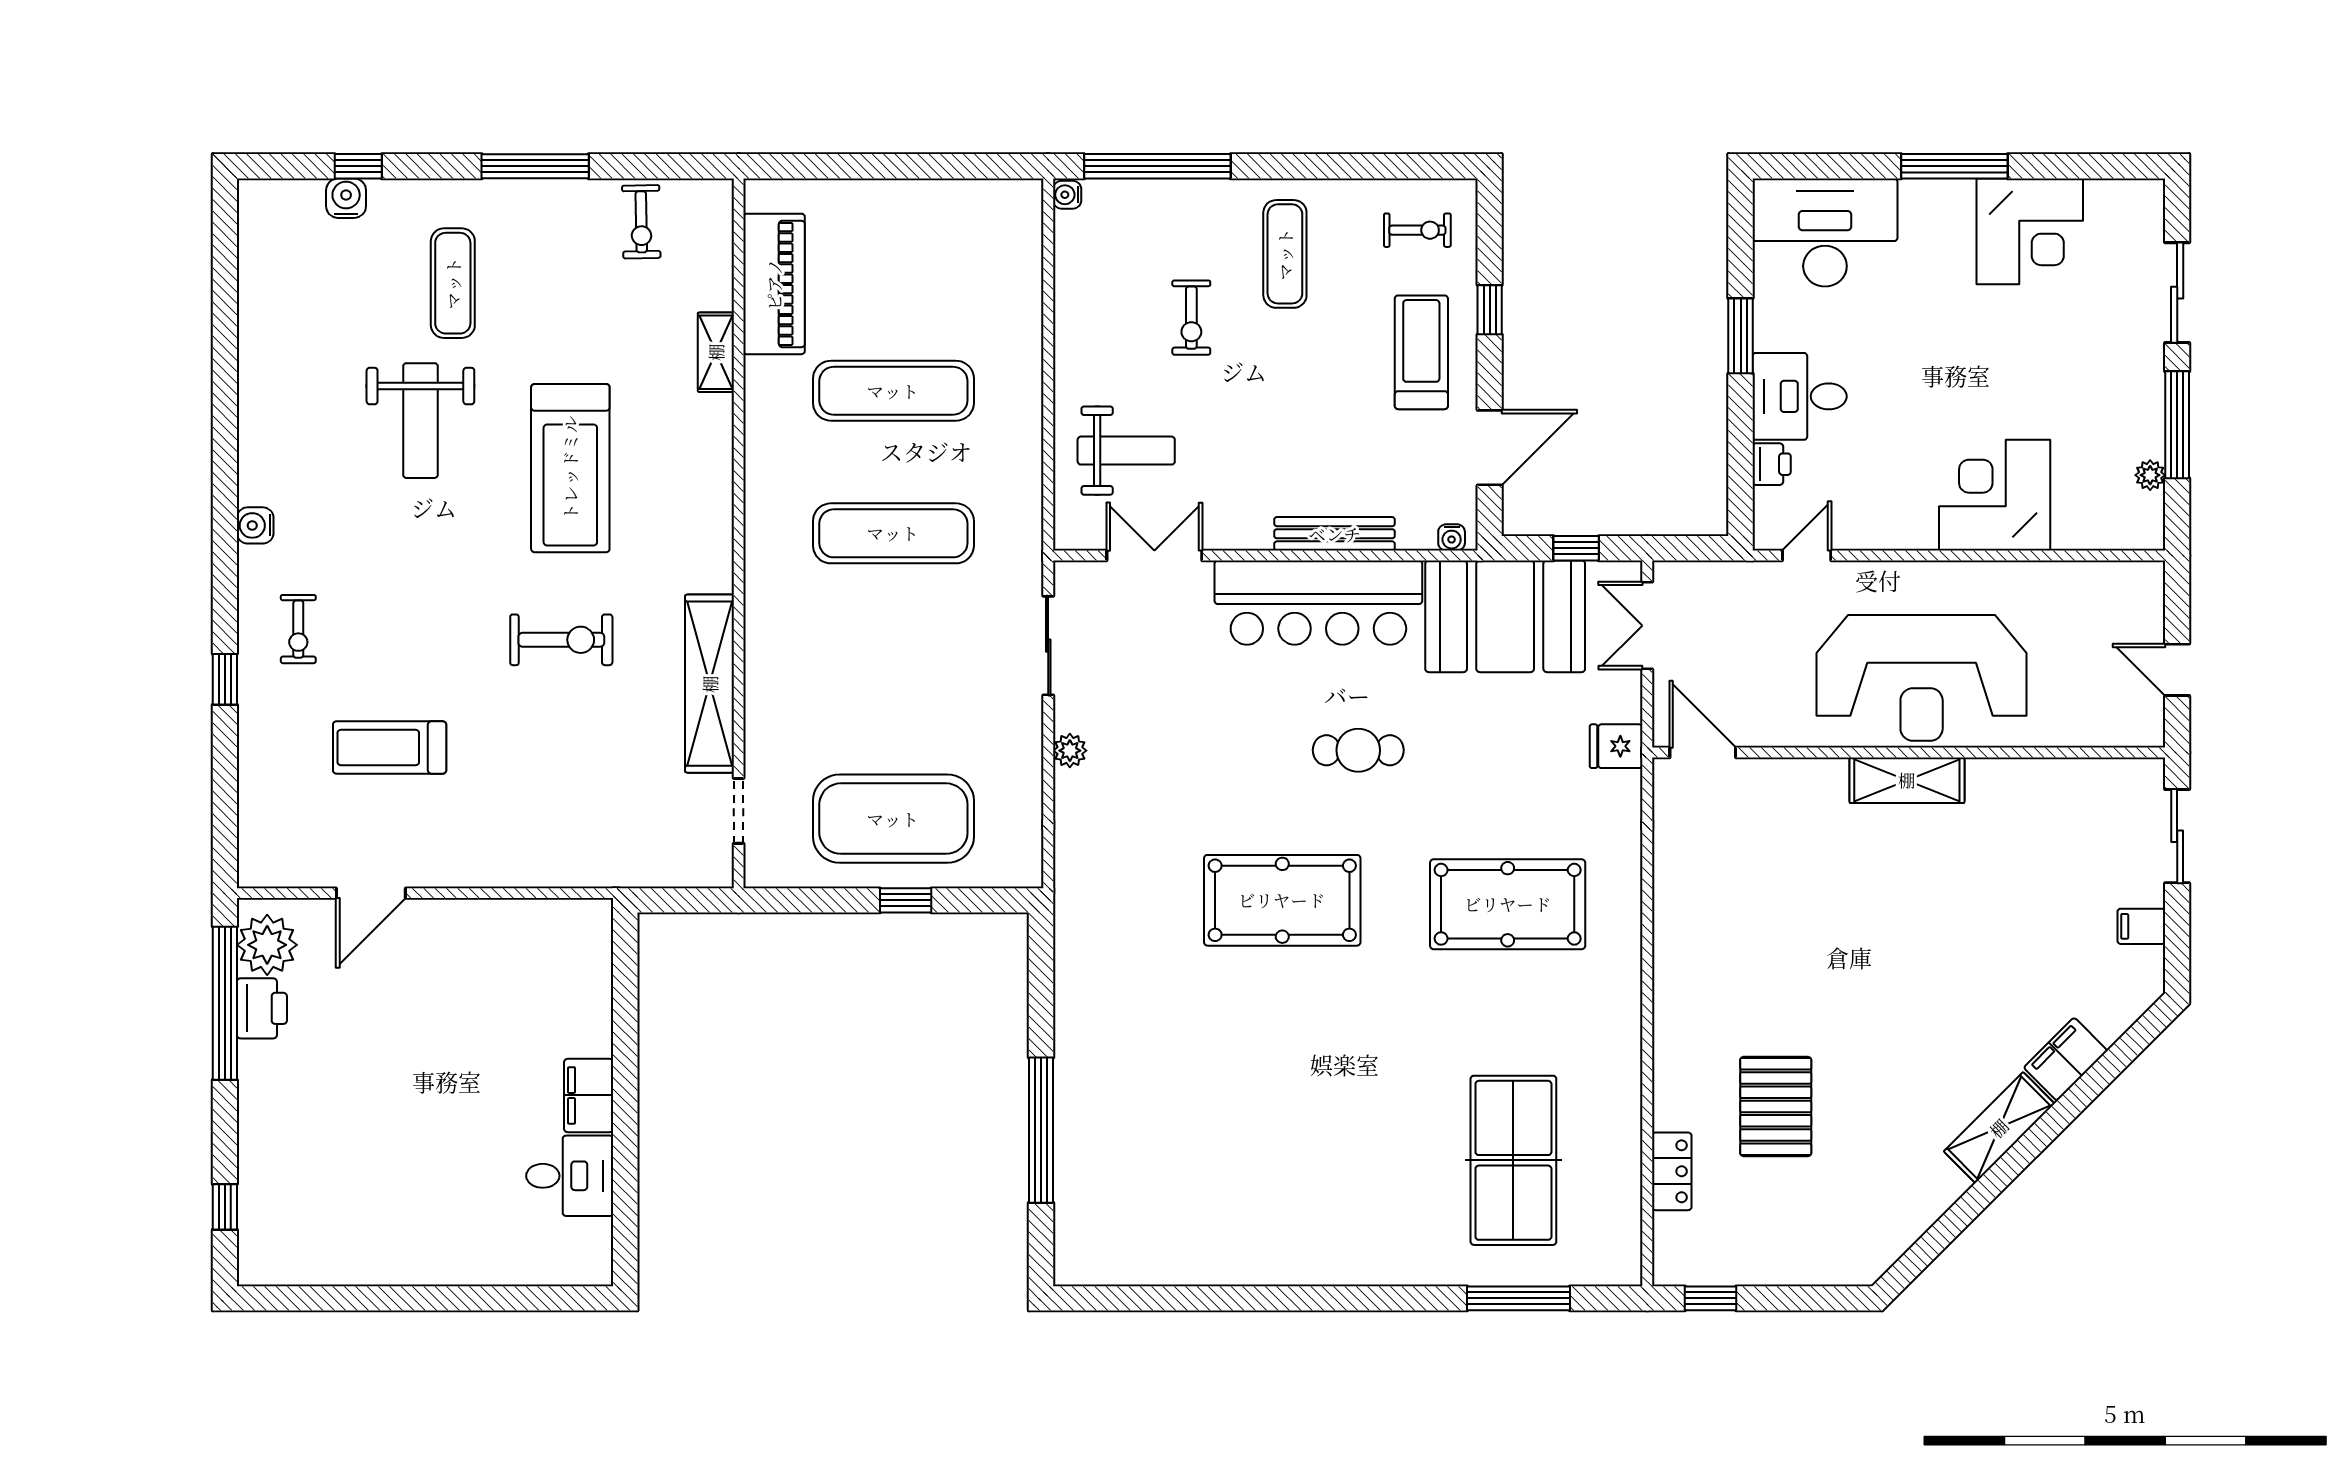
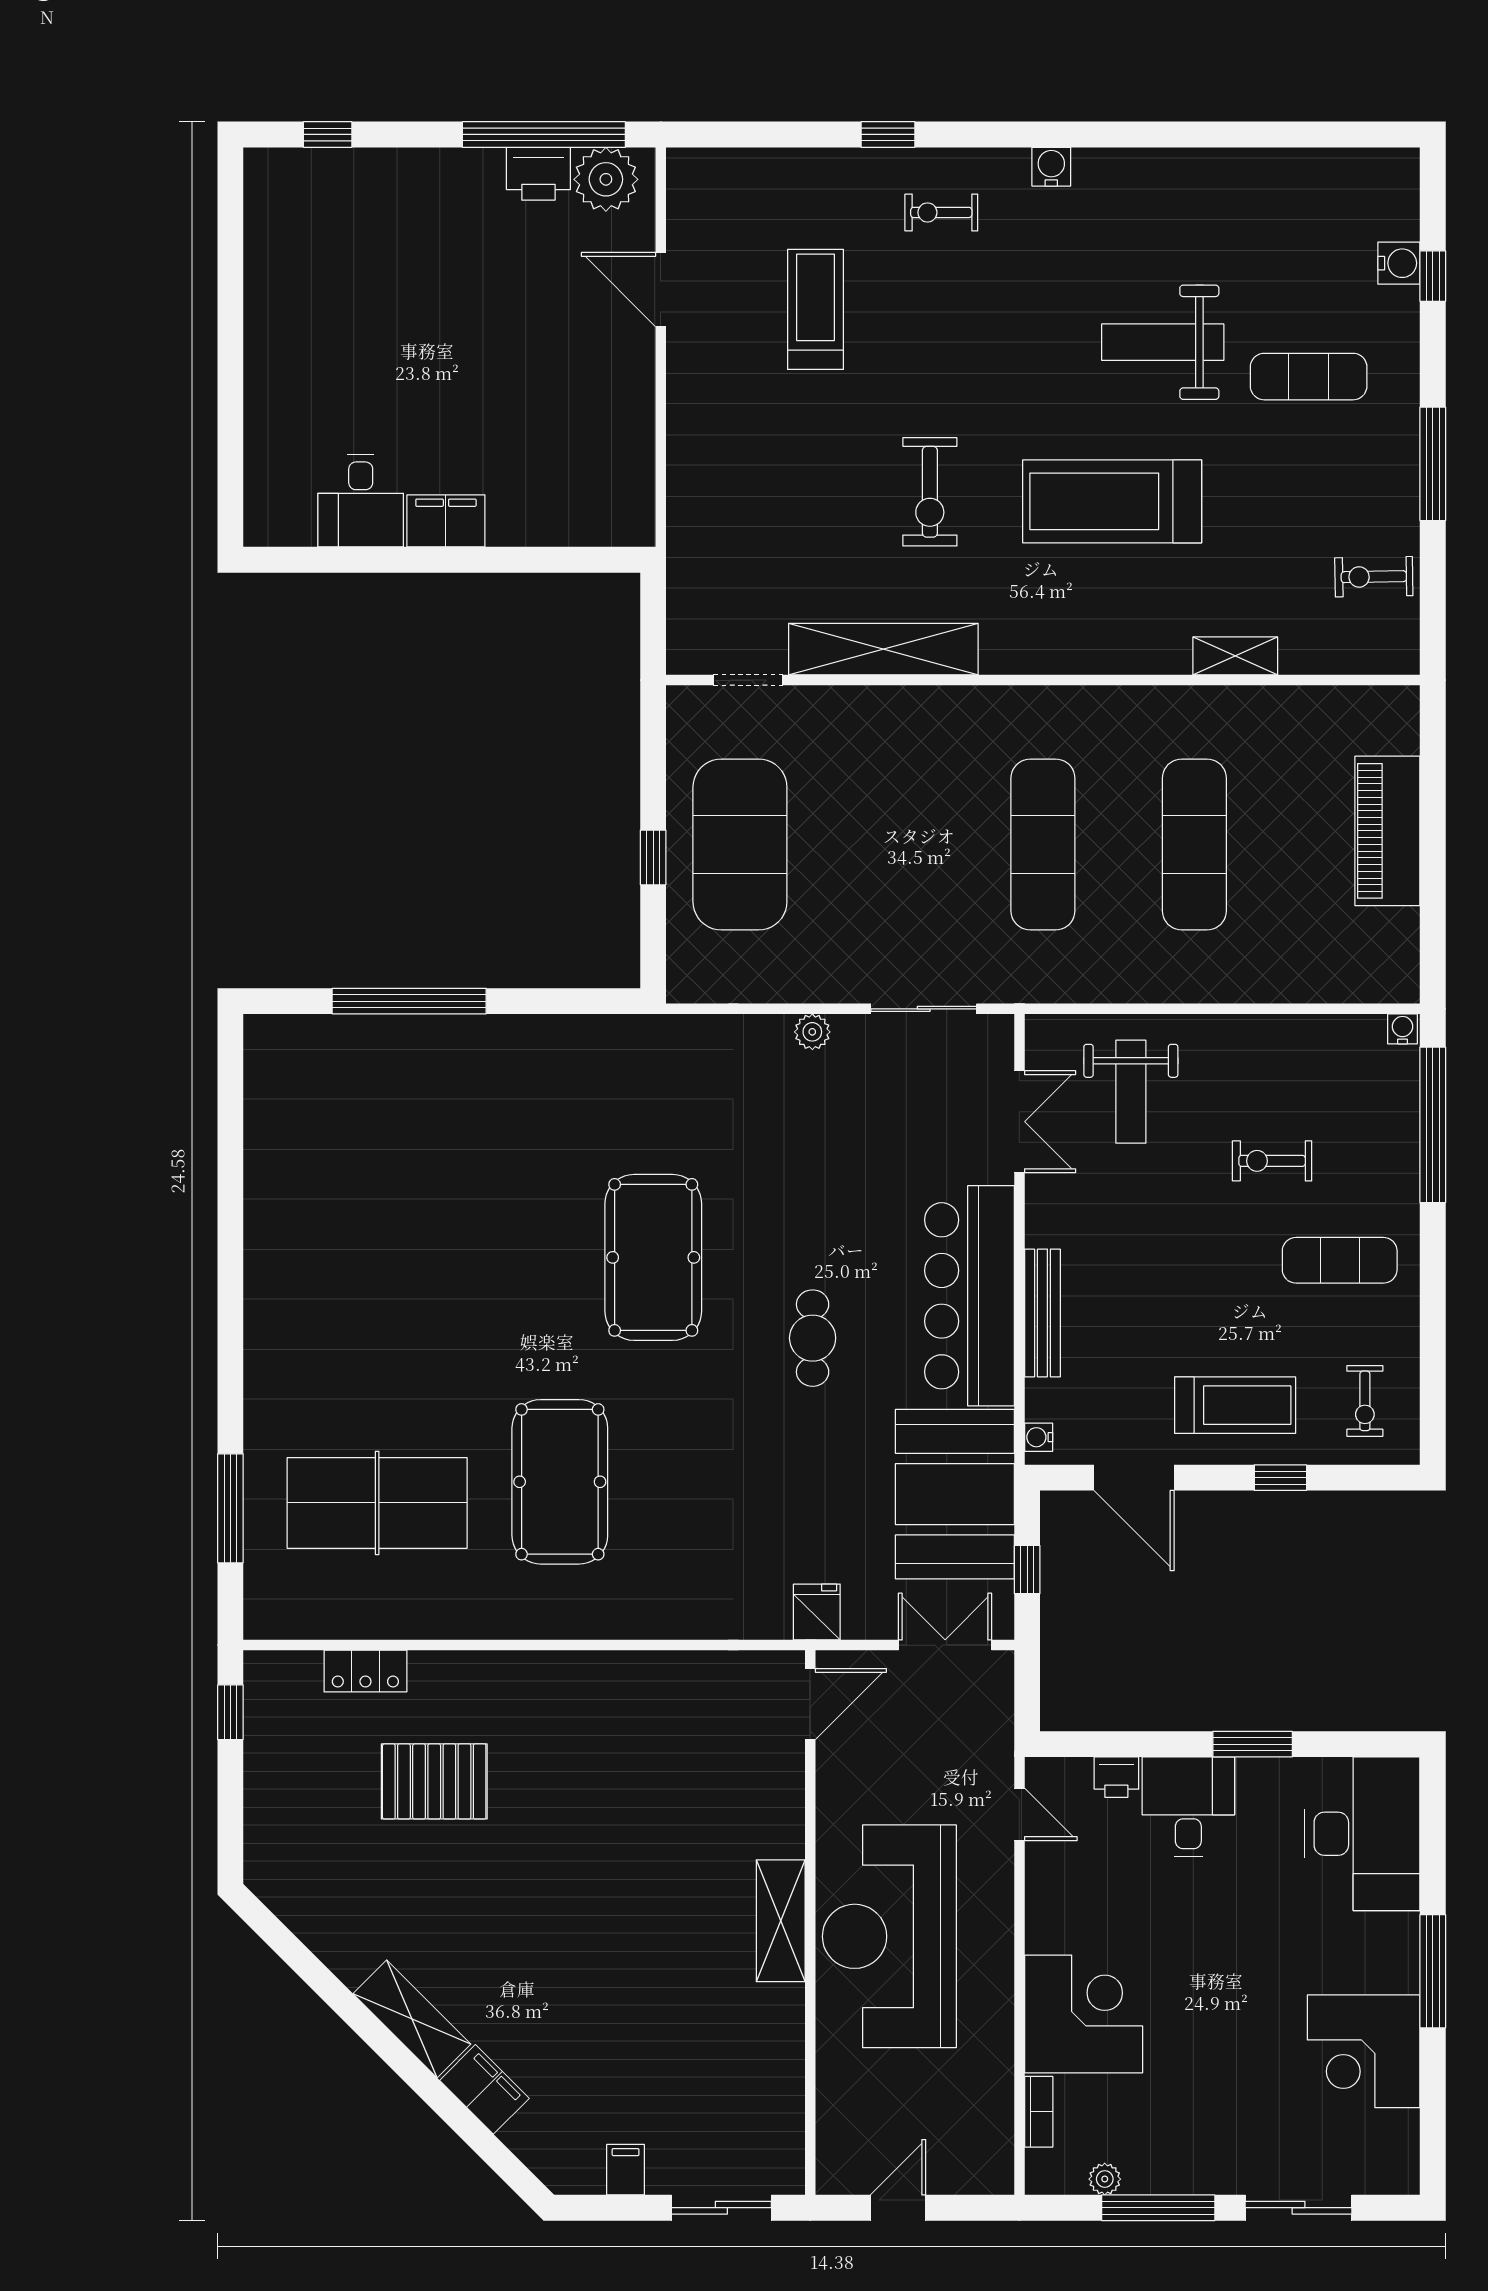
piano: (774, 284) -> (1387, 831), moved, turned 90
bookcase: (2087, 537) -> (1039, 2112), added
pool table: (1508, 904) -> (560, 1482), moved

